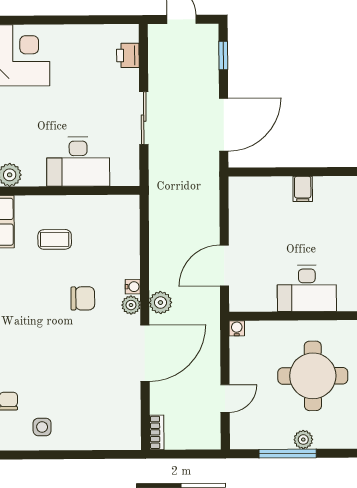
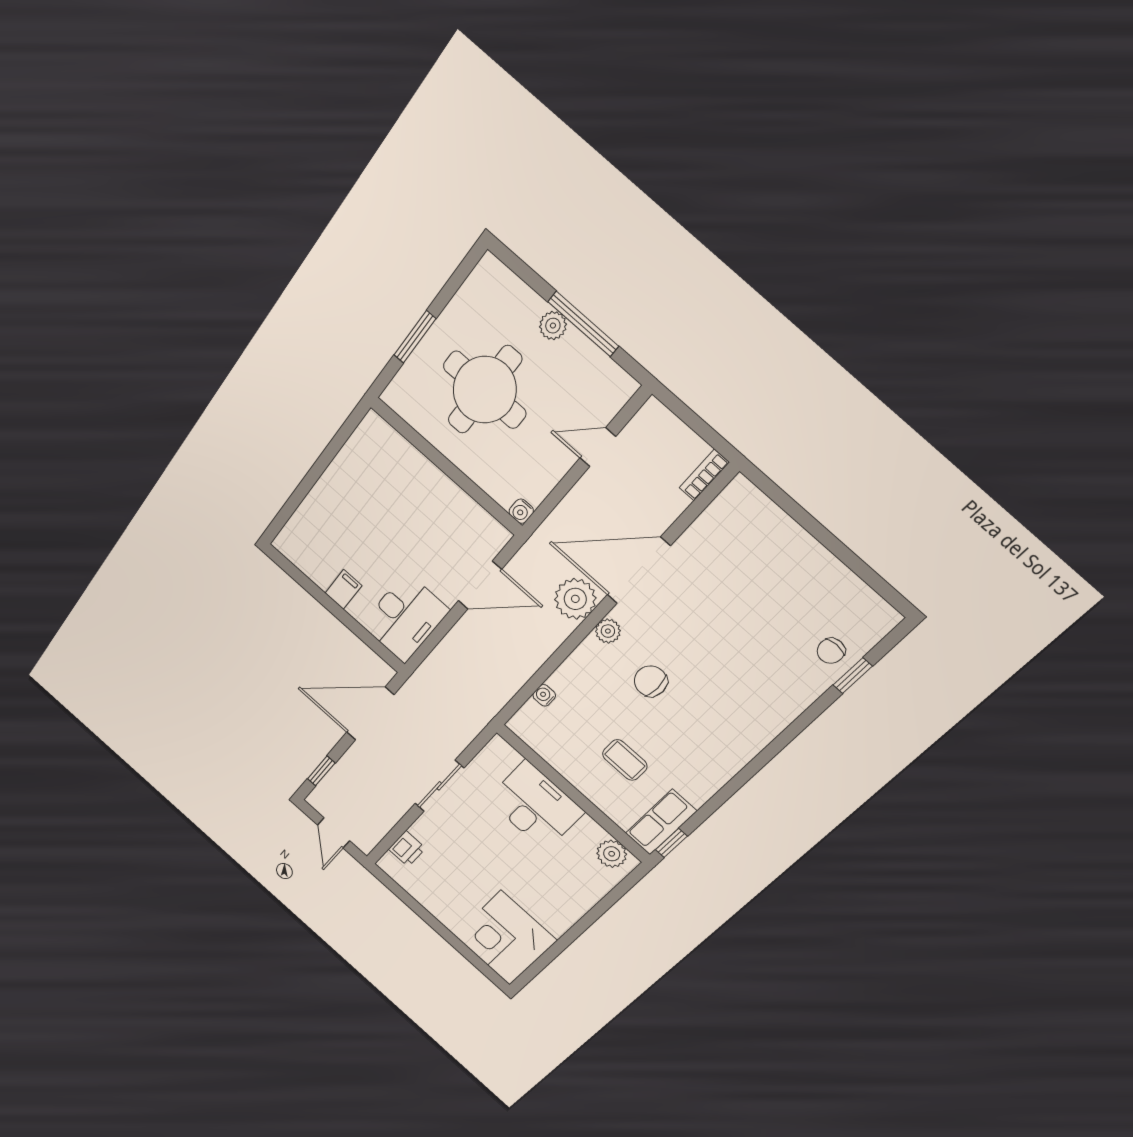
water cooler: (133, 287) -> (544, 695), moved
desk: (307, 288) -> (405, 618), moved, turned 90
plant: (160, 303) -> (575, 599), width x1.36, depth x1.36
side table: (42, 427) -> (823, 592), removed

